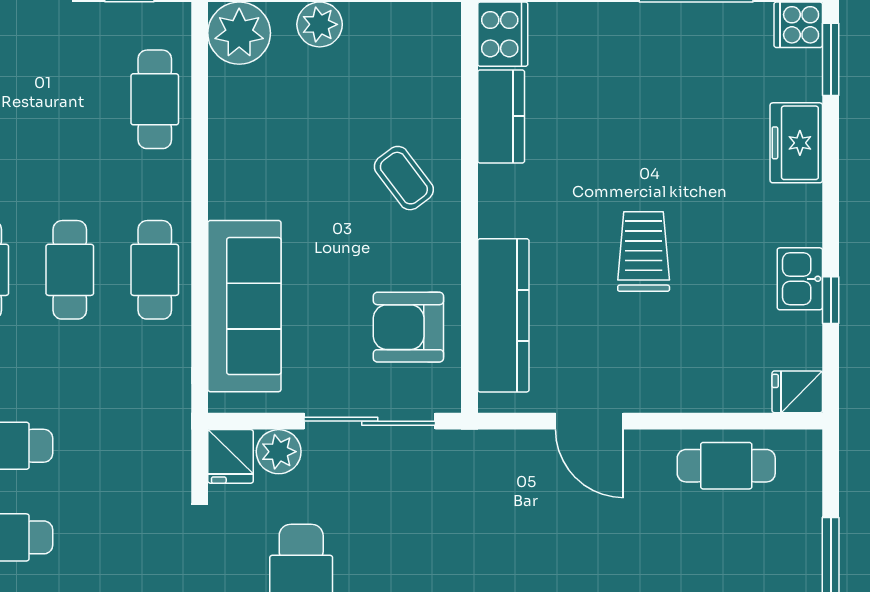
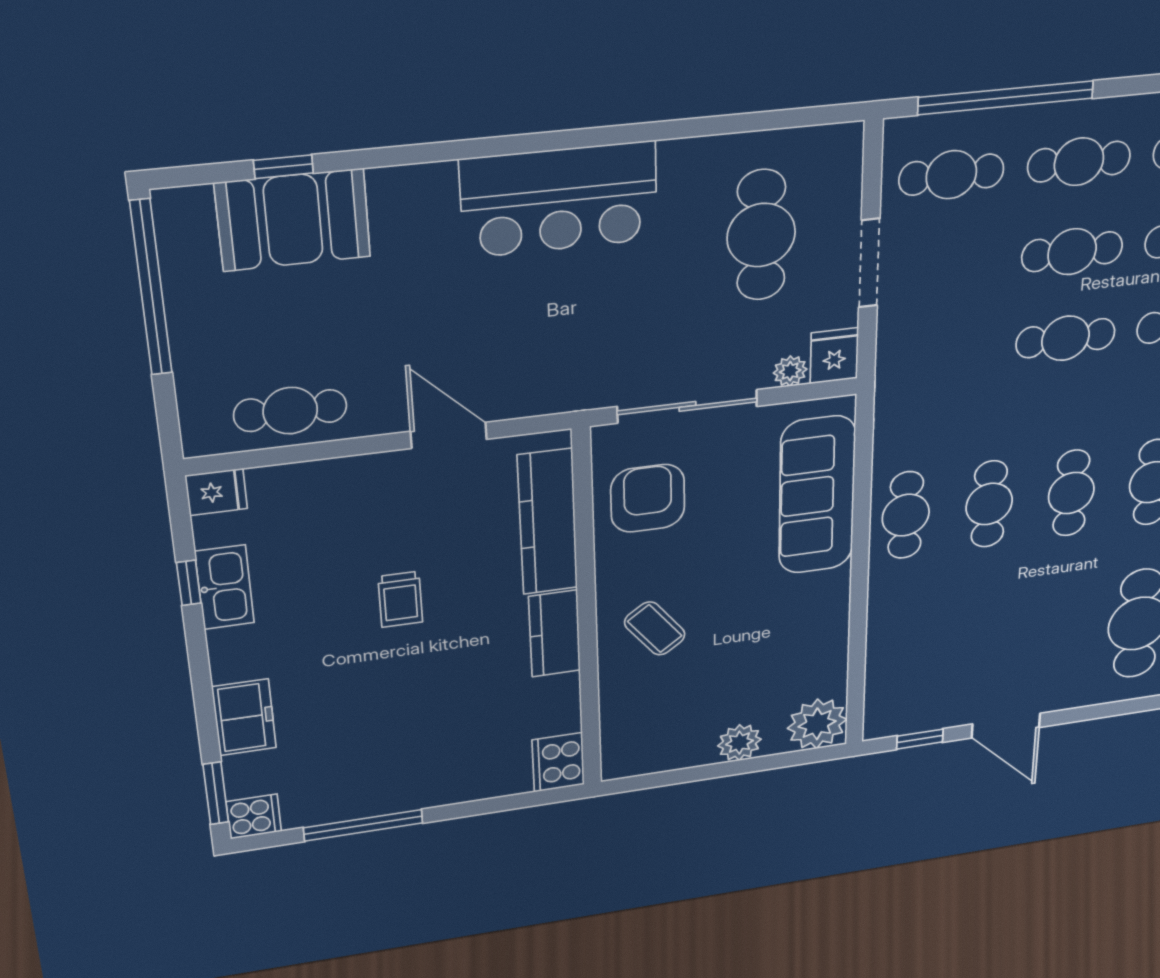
cafe table: (155, 99) -> (900, 659), removed
kitchen counter: (501, 116) -> (555, 634), moved
trolley: (644, 252) -> (400, 599), width x0.73, depth x0.72
kitchen sink: (800, 279) -> (225, 587), width x1.38
armchair: (408, 327) -> (648, 498), turned -90
plant: (279, 452) -> (790, 371), width x0.73, depth x0.73

